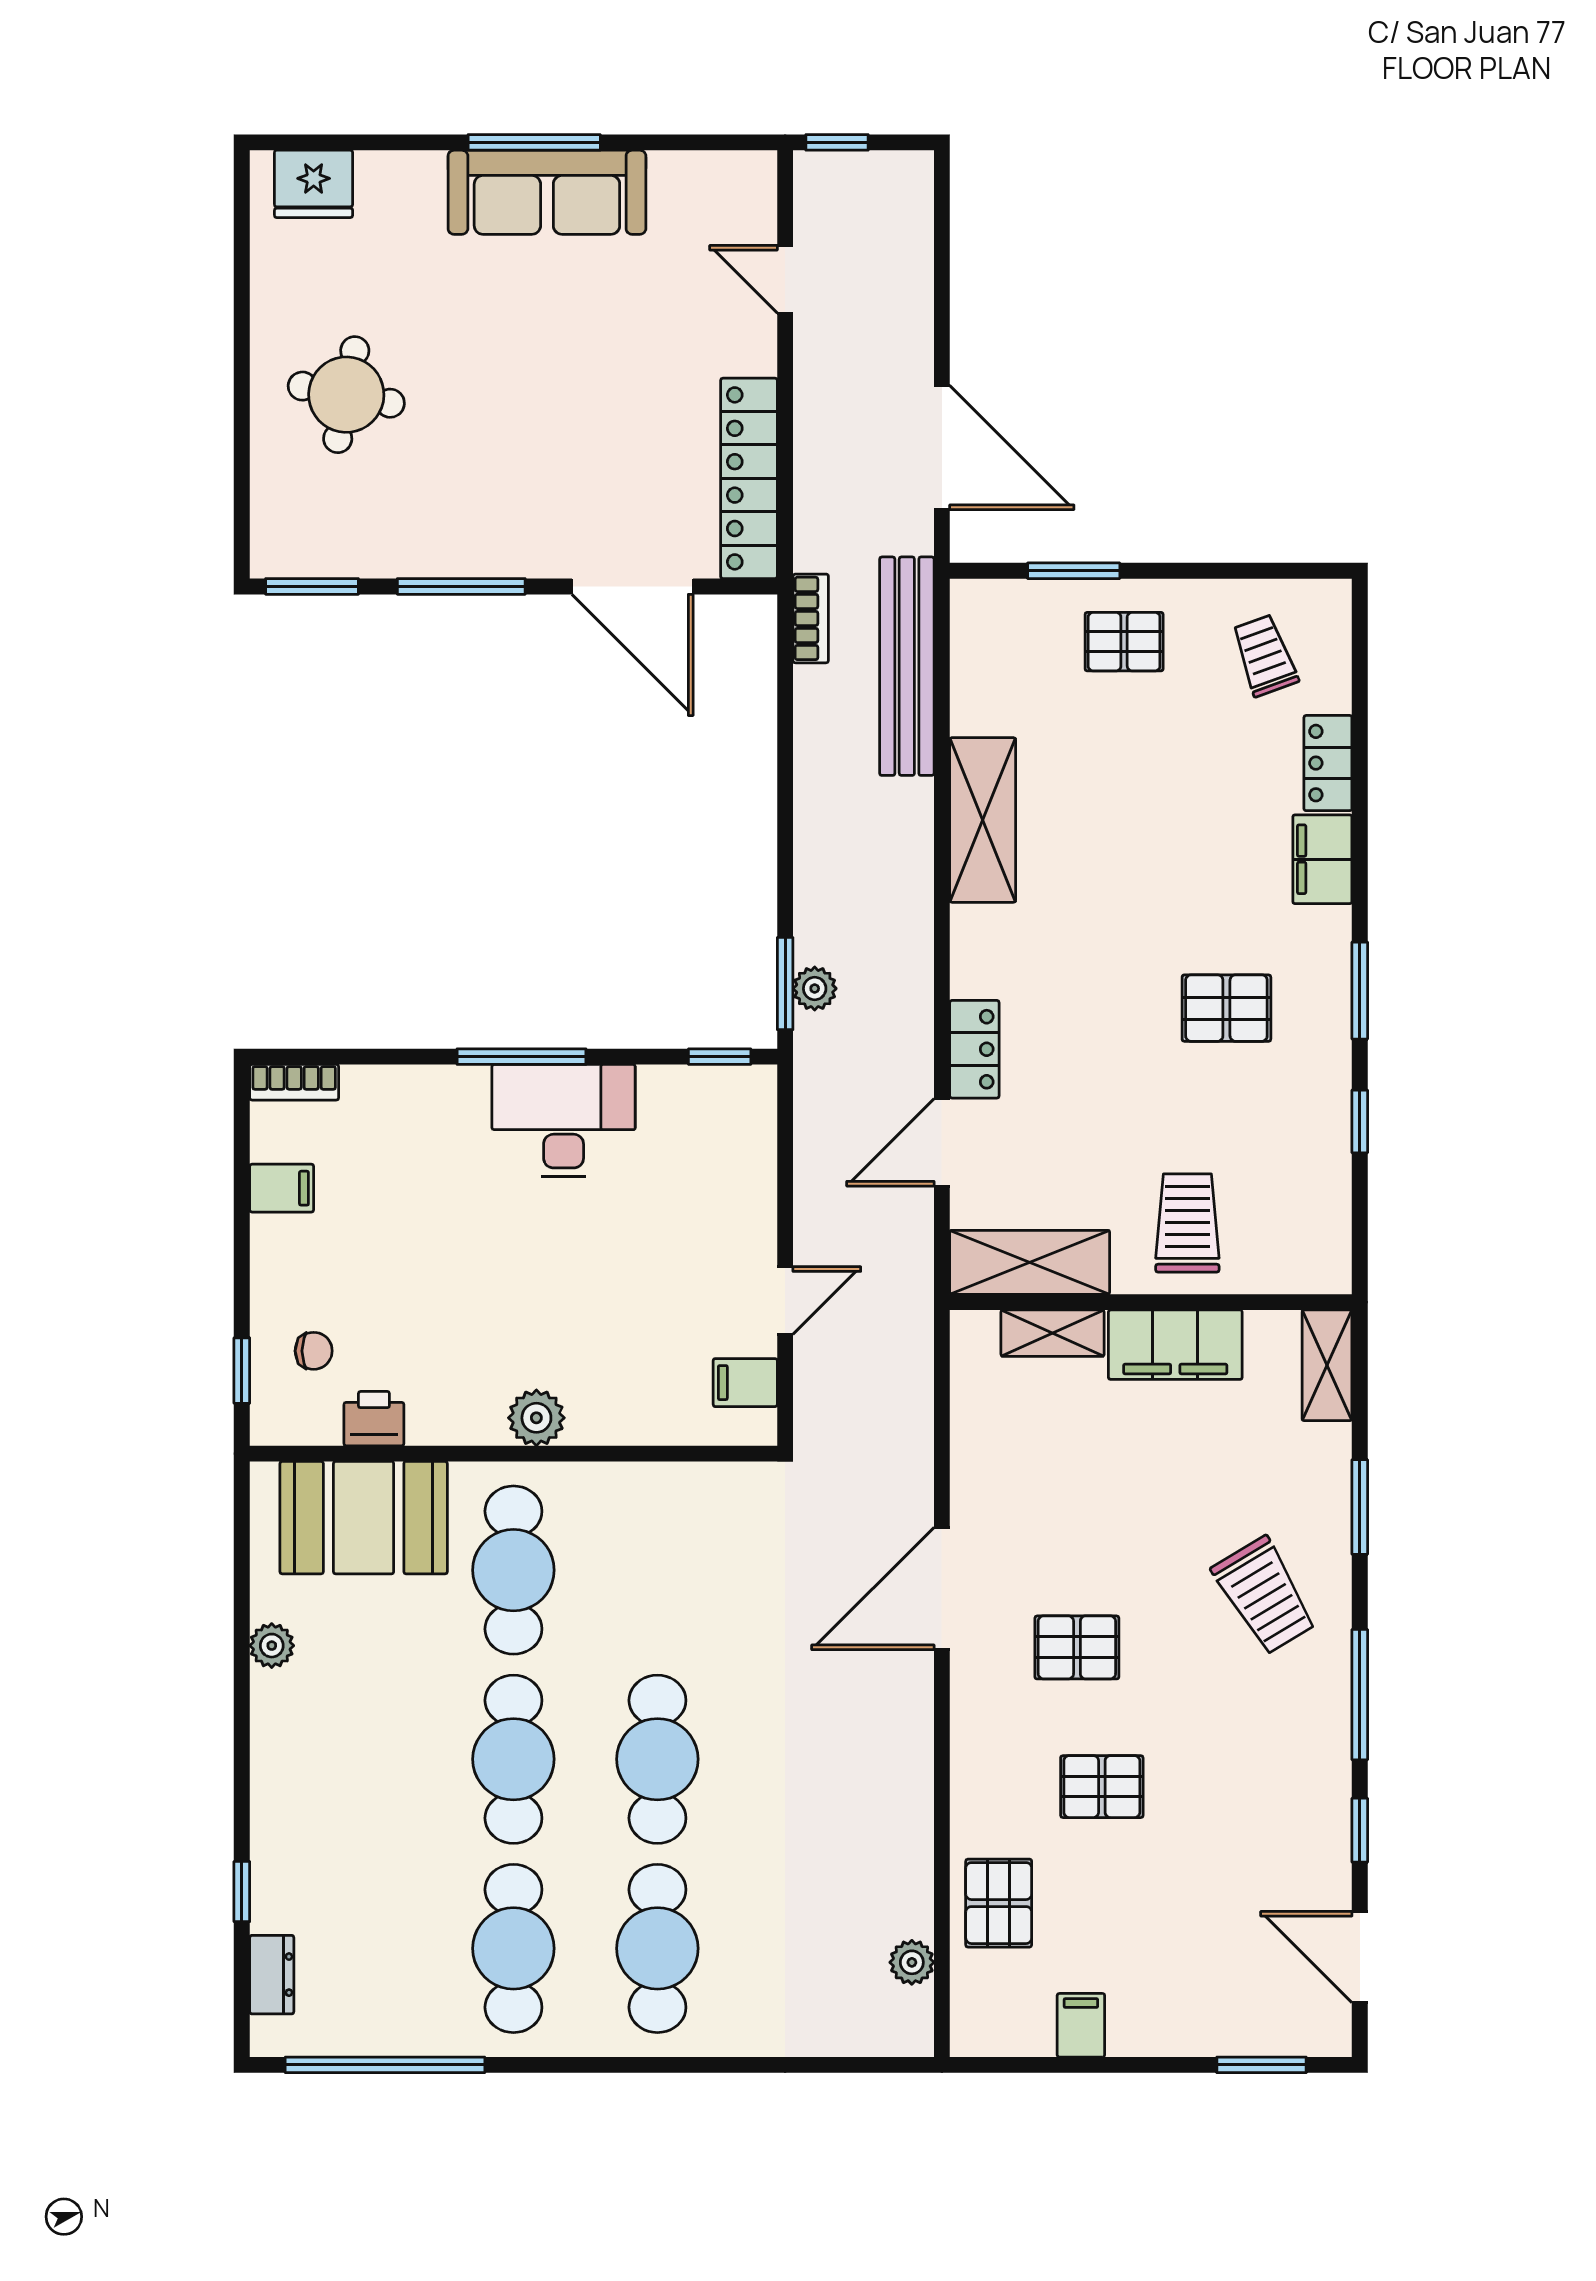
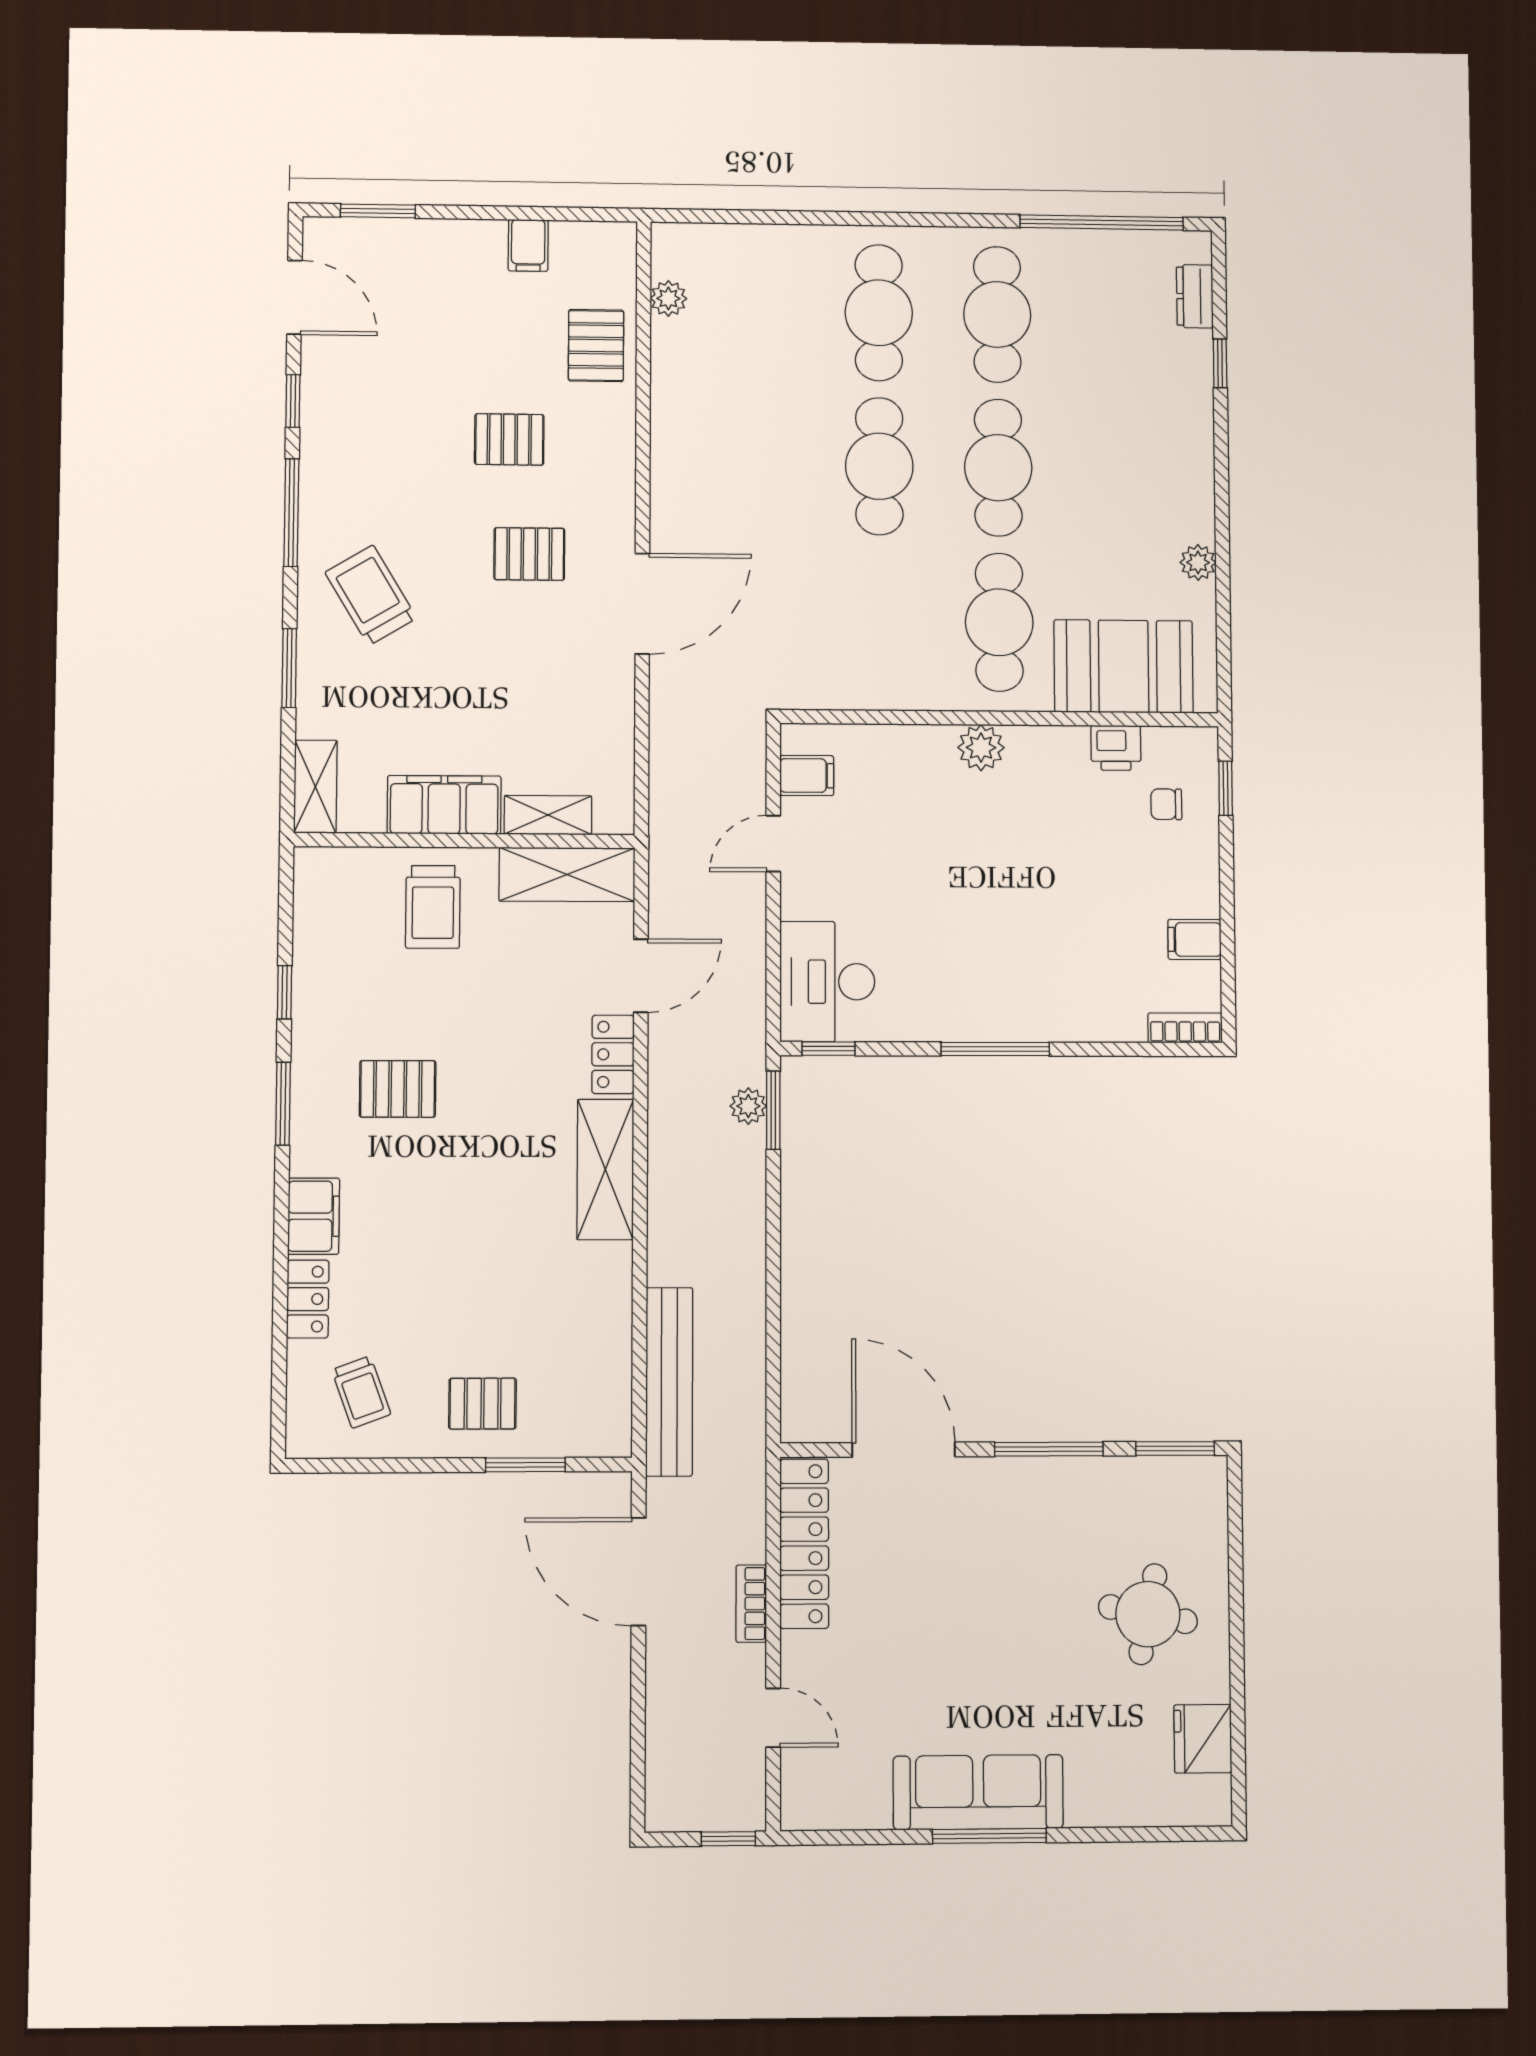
fridge: (314, 184) -> (1203, 1739), moved, turned -90
bookcase: (811, 618) -> (751, 1604), moved
shelving: (983, 820) -> (605, 1169), moved
desk: (564, 1121) -> (827, 982), moved, turned 90

